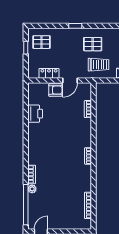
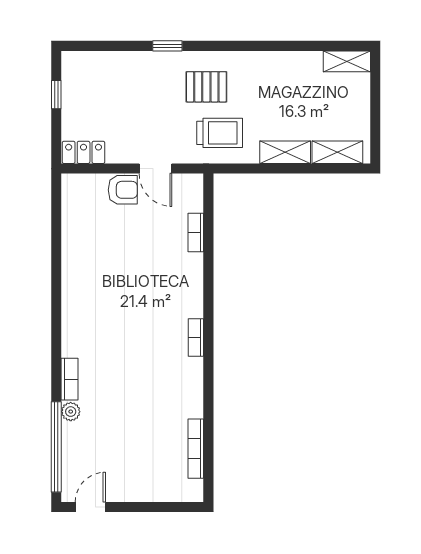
pallet: (42, 42) -> (92, 82), removed
locker: (49, 73) -> (84, 152), moved
door: (70, 81) -> (156, 169), hinge flipped
printer: (35, 114) -> (77, 243), removed

